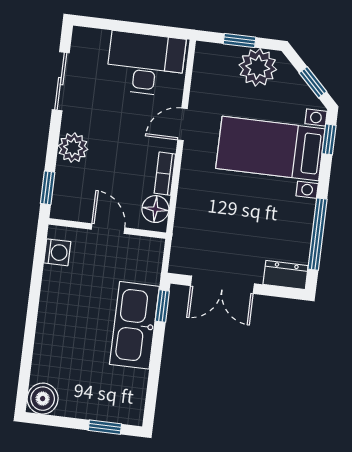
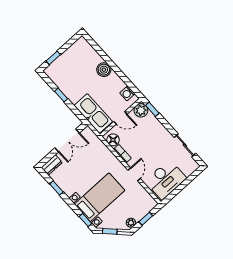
plant: (258, 67) -> (131, 223), width x0.53, depth x0.53
plant: (73, 148) -> (141, 110), moved
window: (317, 234) -> (56, 188), width x0.46
double door: (222, 285) -> (67, 140), swing flipped
window: (162, 306) -> (61, 95), moved
kitchen sink: (134, 325) -> (93, 114), moved
boiler: (43, 399) -> (104, 70), moved

